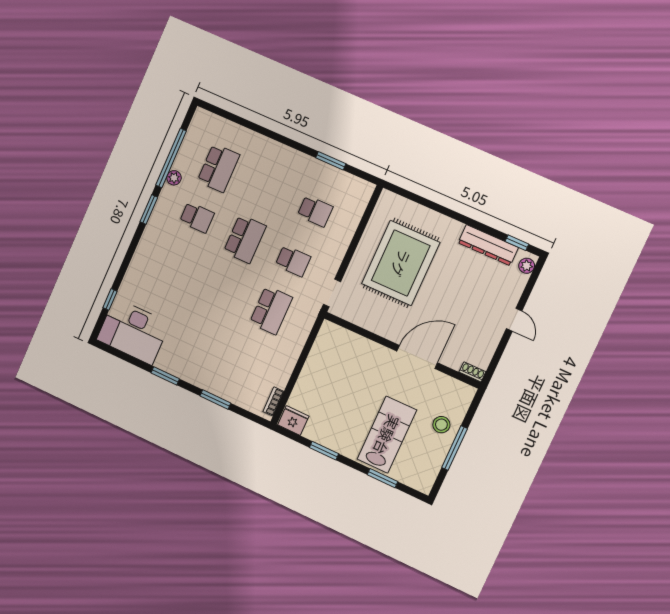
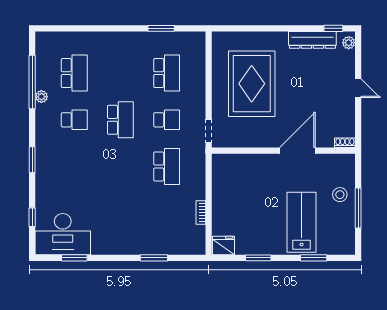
window: (149, 209) -> (32, 160), moved
school desk: (315, 211) -> (167, 73), width x1.85
window: (165, 376) -> (74, 258), moved
bookcase: (273, 401) -> (201, 213), moved

